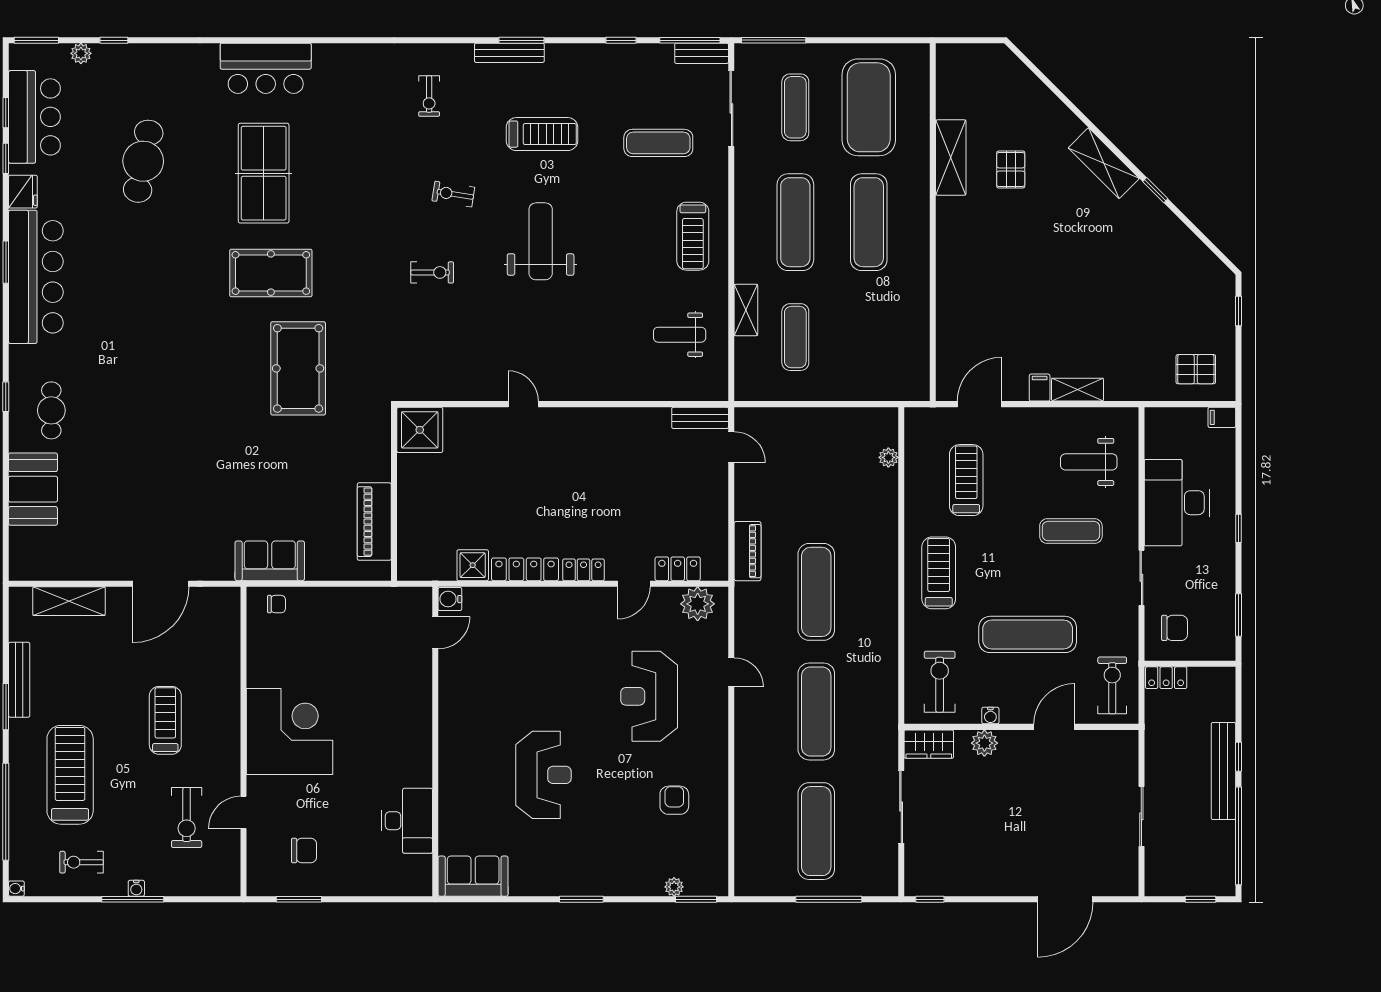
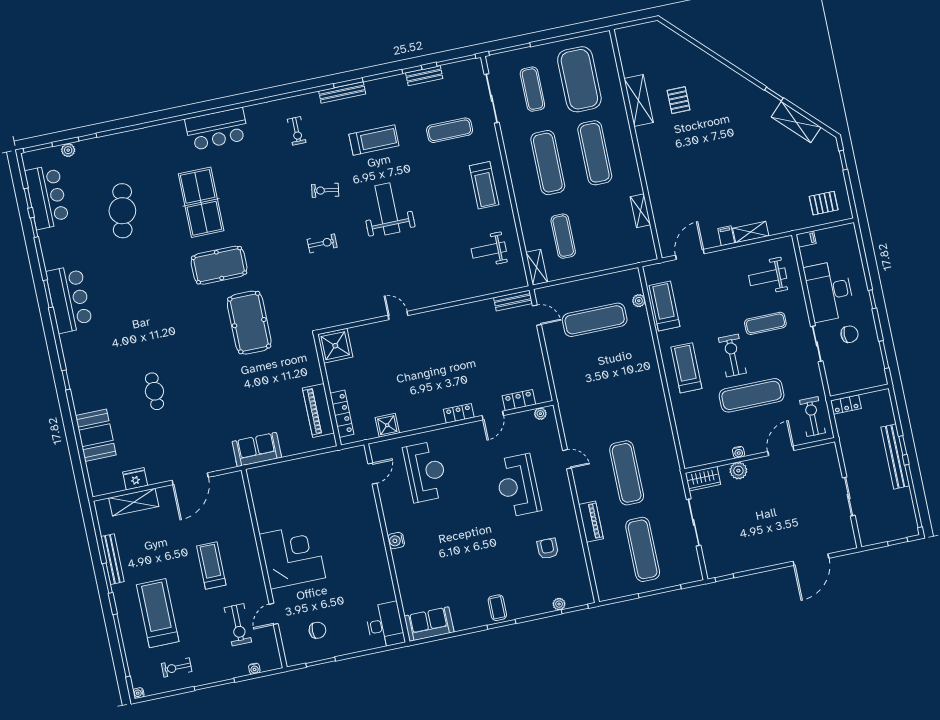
bench: (702, 53) -> (424, 76), moved
bar counter: (266, 68) -> (217, 129), moved
shelving: (1104, 163) -> (796, 122), moved
fridge: (23, 192) -> (135, 479), moved, turned -90
bar counter: (36, 277) -> (69, 299), width x0.73
shelving: (746, 310) -> (537, 267), moved
shelving: (919, 323) -> (640, 211), added
cafe table: (51, 410) -> (154, 391), moved
filing cabinet: (1222, 417) -> (806, 239), moved, turned 180
treadmill: (966, 480) -> (664, 306), moved
piano: (748, 551) -> (591, 522), moved
locker: (525, 569) -> (342, 414), moved, turned 90
exercise mat: (816, 592) -> (595, 320), moved, turned 90
water cooler: (450, 599) -> (396, 541), moved
chair: (276, 604) -> (267, 476), removed
plant: (698, 604) -> (540, 414), width x0.53, depth x0.53
chair: (1175, 628) -> (849, 334), moved
exercise bike: (940, 682) -> (732, 356), moved
reception desk: (544, 775) -> (426, 472), moved
desk: (407, 821) -> (385, 625), moved
coffee table: (581, 873) -> (497, 608), added
water cooler: (136, 888) -> (254, 669), moved

